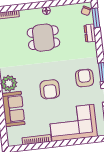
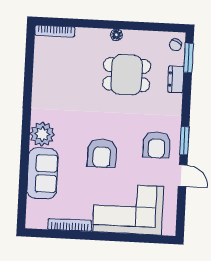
dining table: (43, 38) -> (127, 75), moved
armchair: (85, 78) -> (157, 145), turned 180

